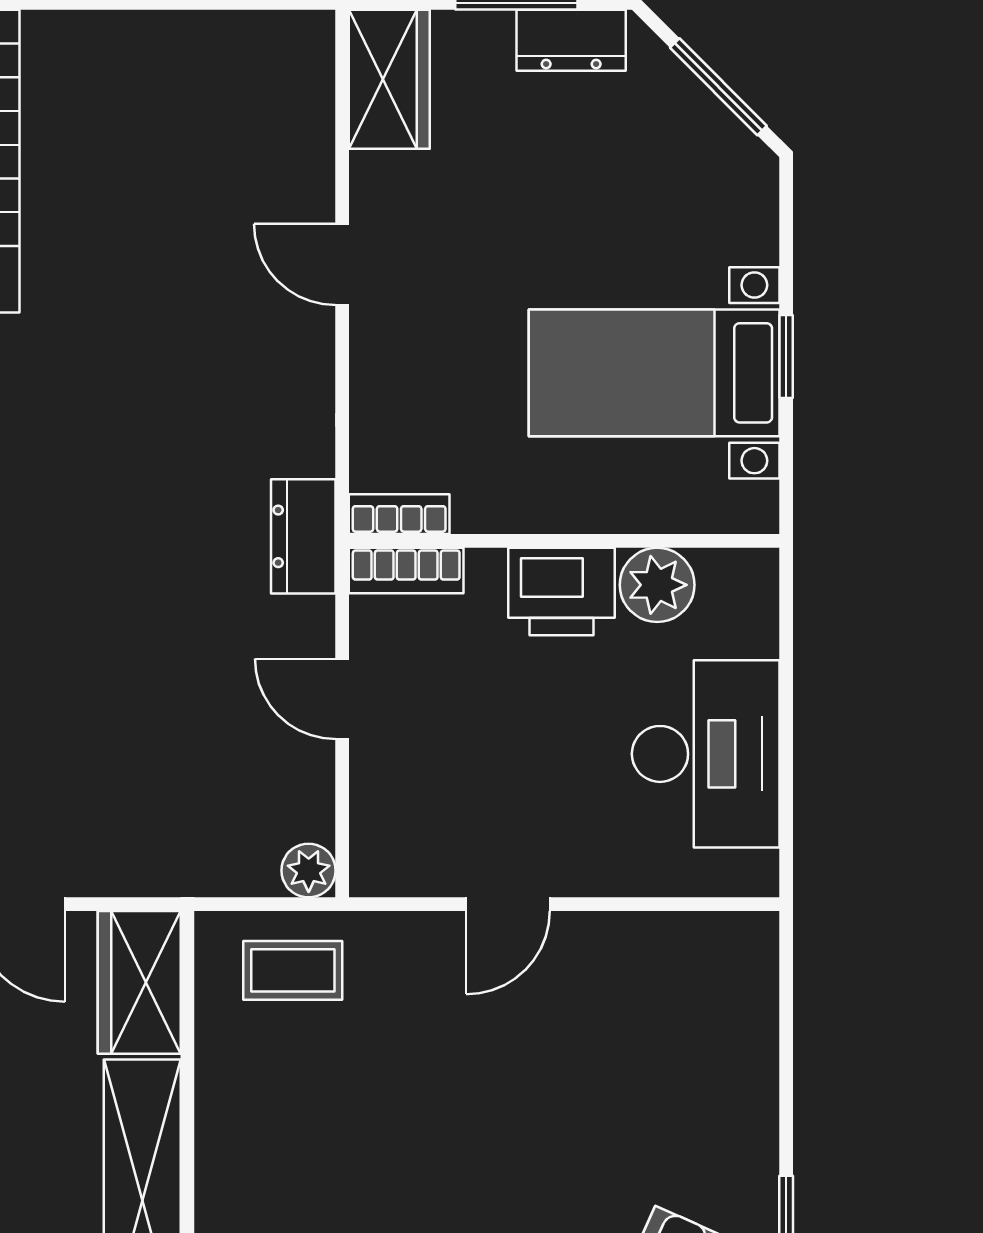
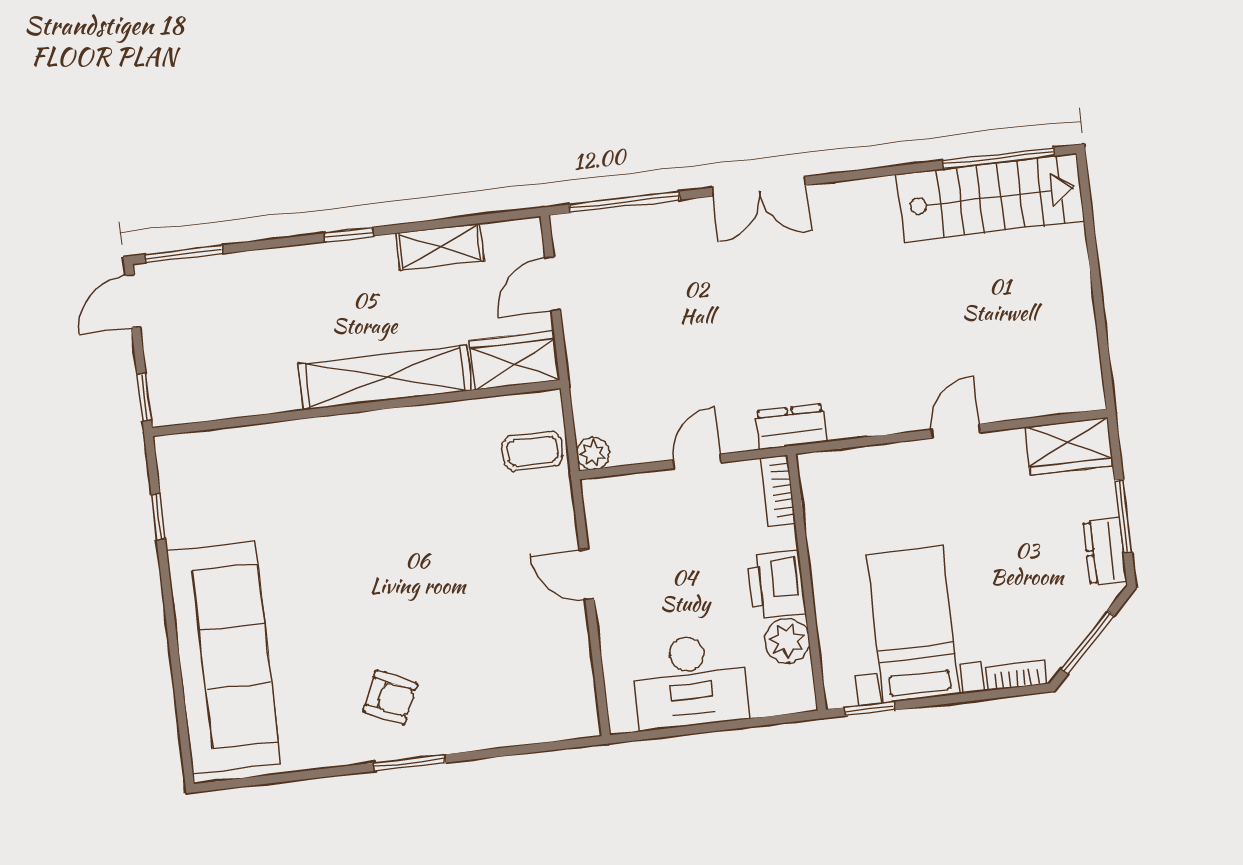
window: (786, 357) -> (869, 709), moved
bookcase: (399, 514) -> (1016, 675), moved, turned -90
coffee table: (293, 970) -> (532, 451), turned 90

